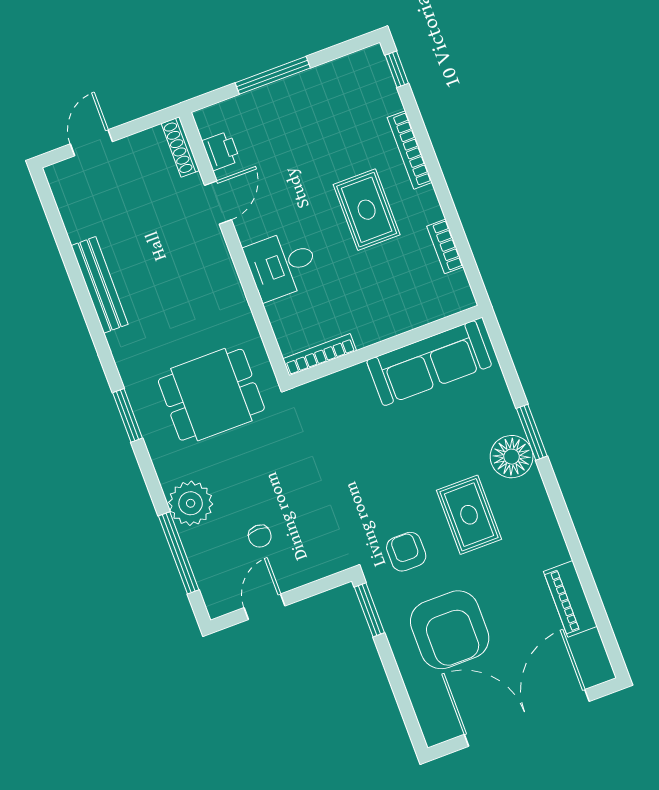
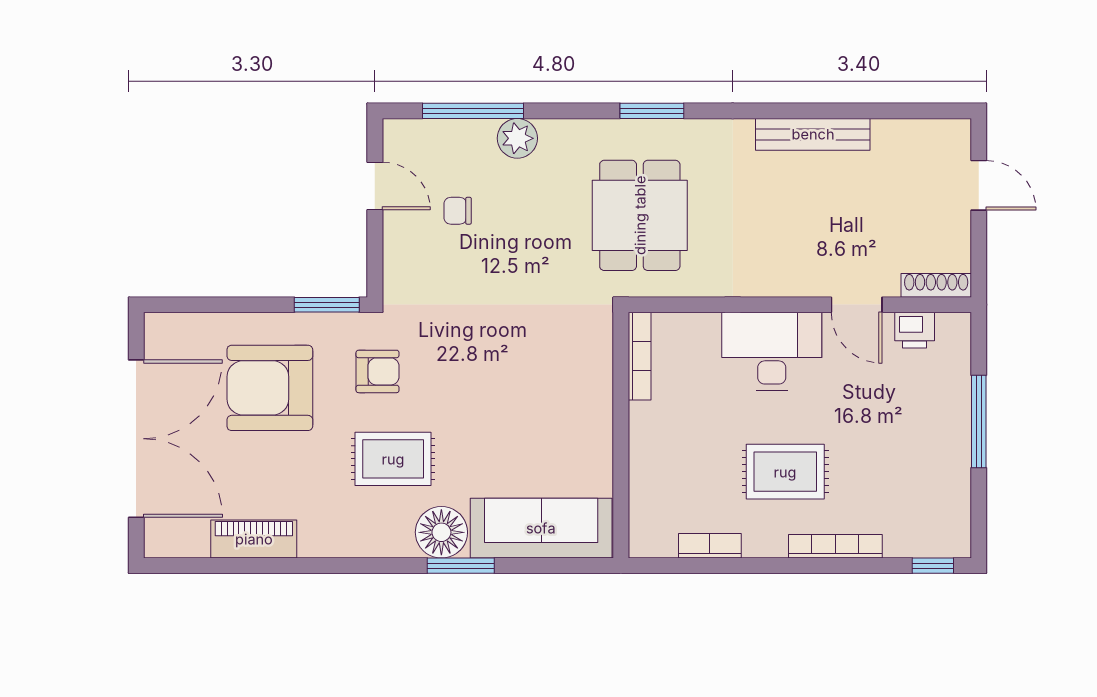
desk: (282, 265) -> (772, 351), width x1.37
sofa: (429, 363) -> (541, 528), moved, turned 90
plant: (191, 503) -> (517, 138), width x0.73, depth x0.73

